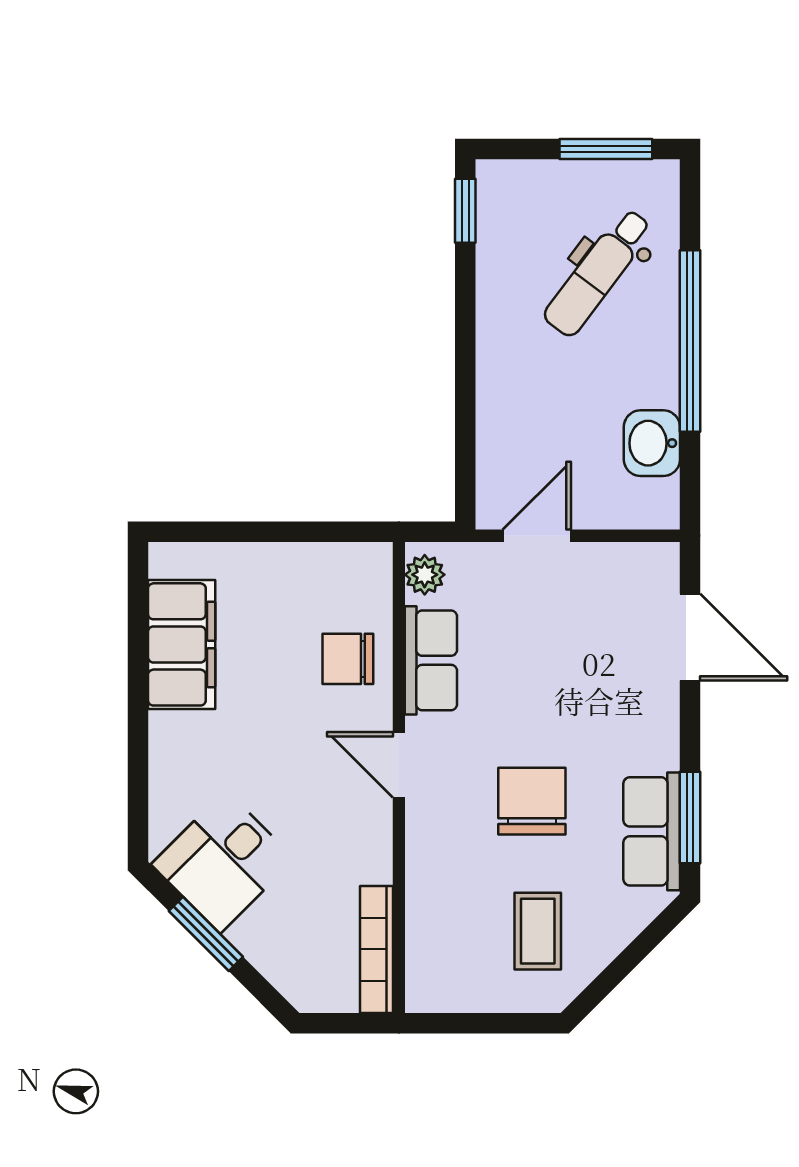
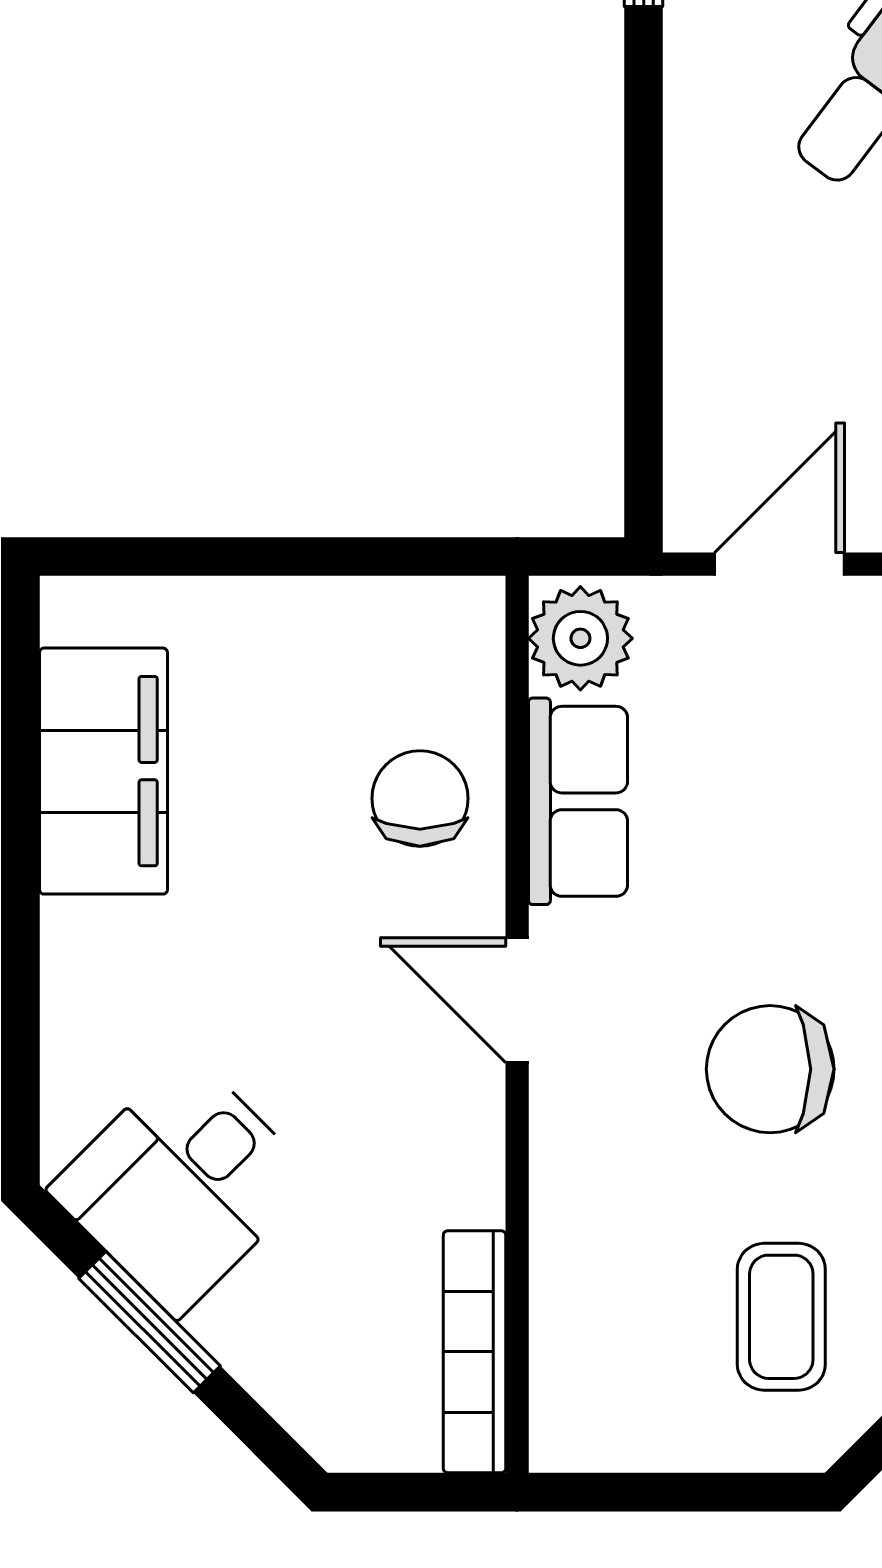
plant: (425, 575) -> (580, 638), width x1.38, depth x1.38
chair: (348, 659) -> (420, 798), turned 90
chair: (532, 801) -> (770, 1069), turned -90

